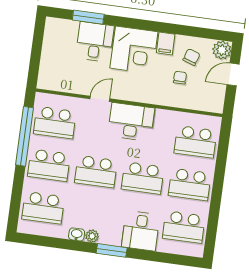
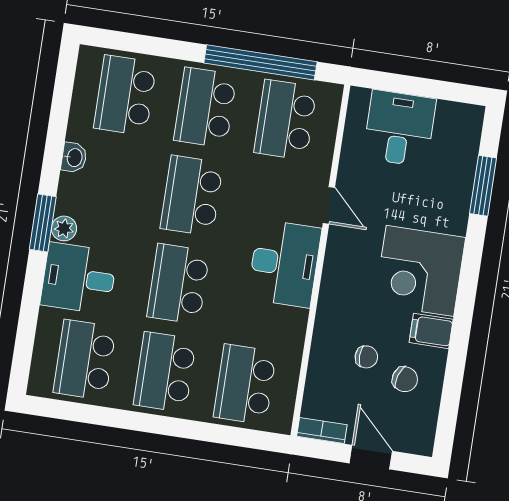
desk: (95, 42) -> (399, 128), moved, turned -90
plant: (222, 50) -> (417, 437), removed
bookcase: (219, 101) -> (322, 430), added
plant: (92, 236) -> (64, 228), moved

